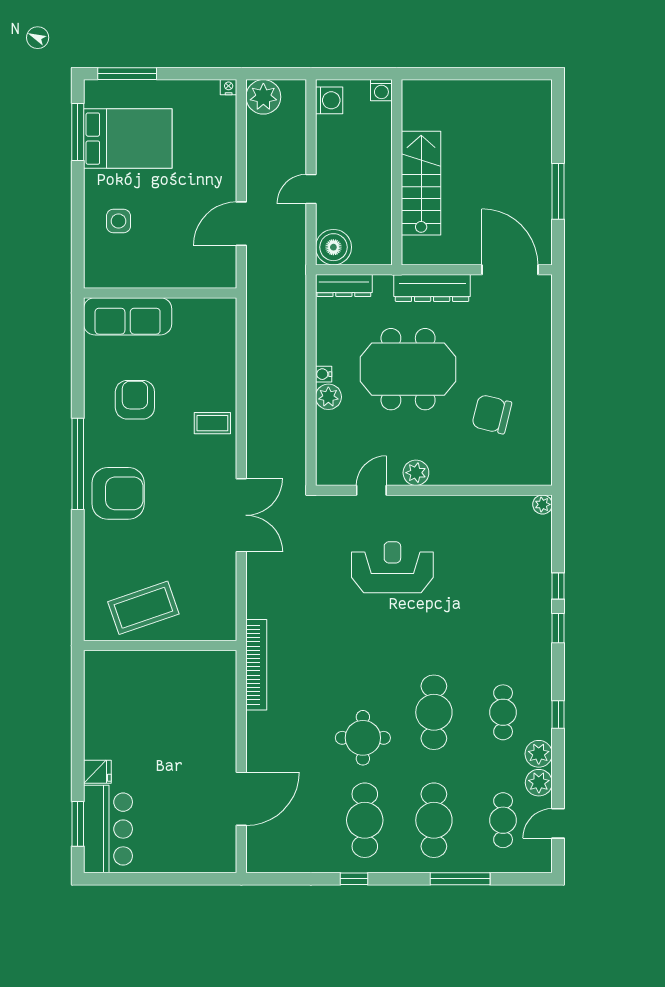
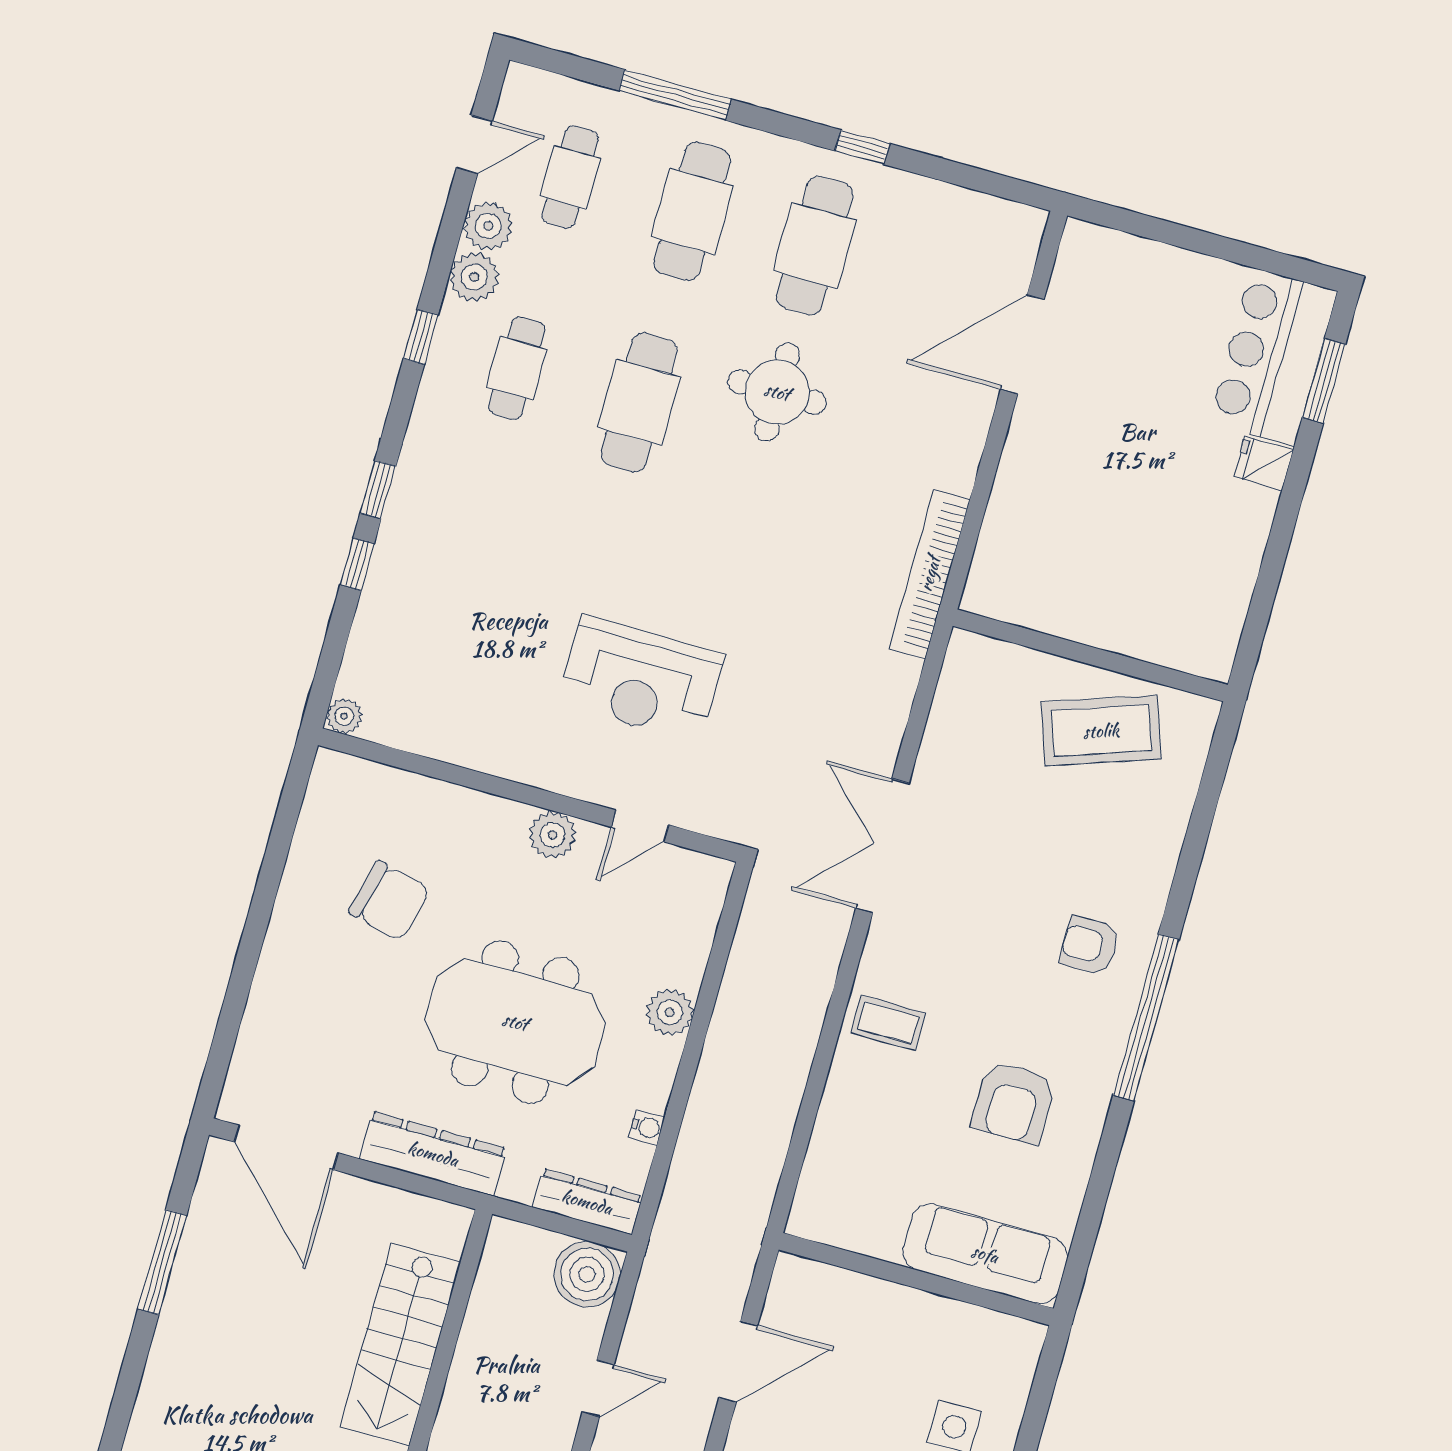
water cooler: (324, 374) -> (647, 1127), moved
armchair: (118, 493) -> (1089, 945), width x0.53, depth x0.53

